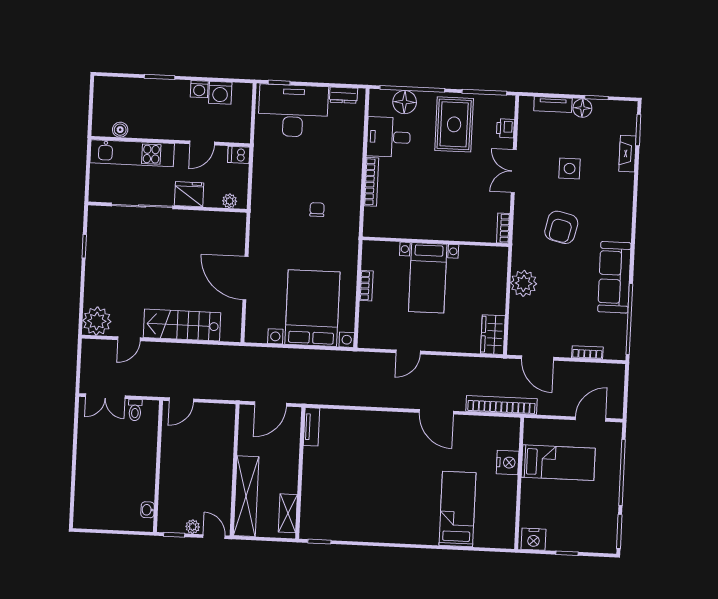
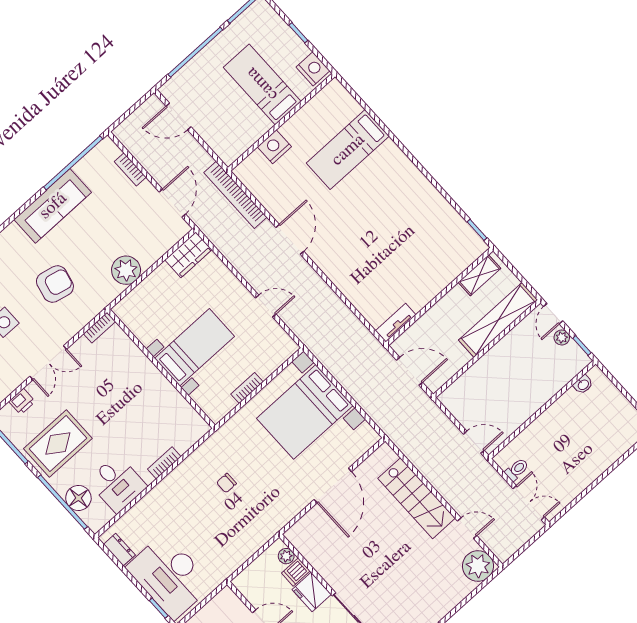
dishwasher: (239, 155) -> (296, 572), moved, turned 90
bookcase: (371, 182) -> (164, 463), width x0.64
bed: (558, 463) -> (262, 84), moved

